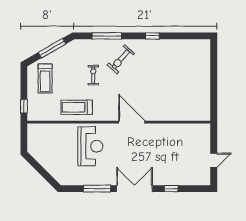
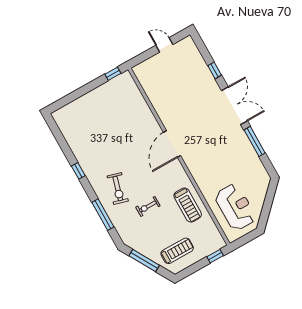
exercise bike: (121, 59) -> (118, 189), turned 65
window: (214, 107) -> (113, 74), added
reception desk: (90, 146) -> (235, 207), moved, turned 90
double door: (134, 189) -> (234, 106), swing flipped

